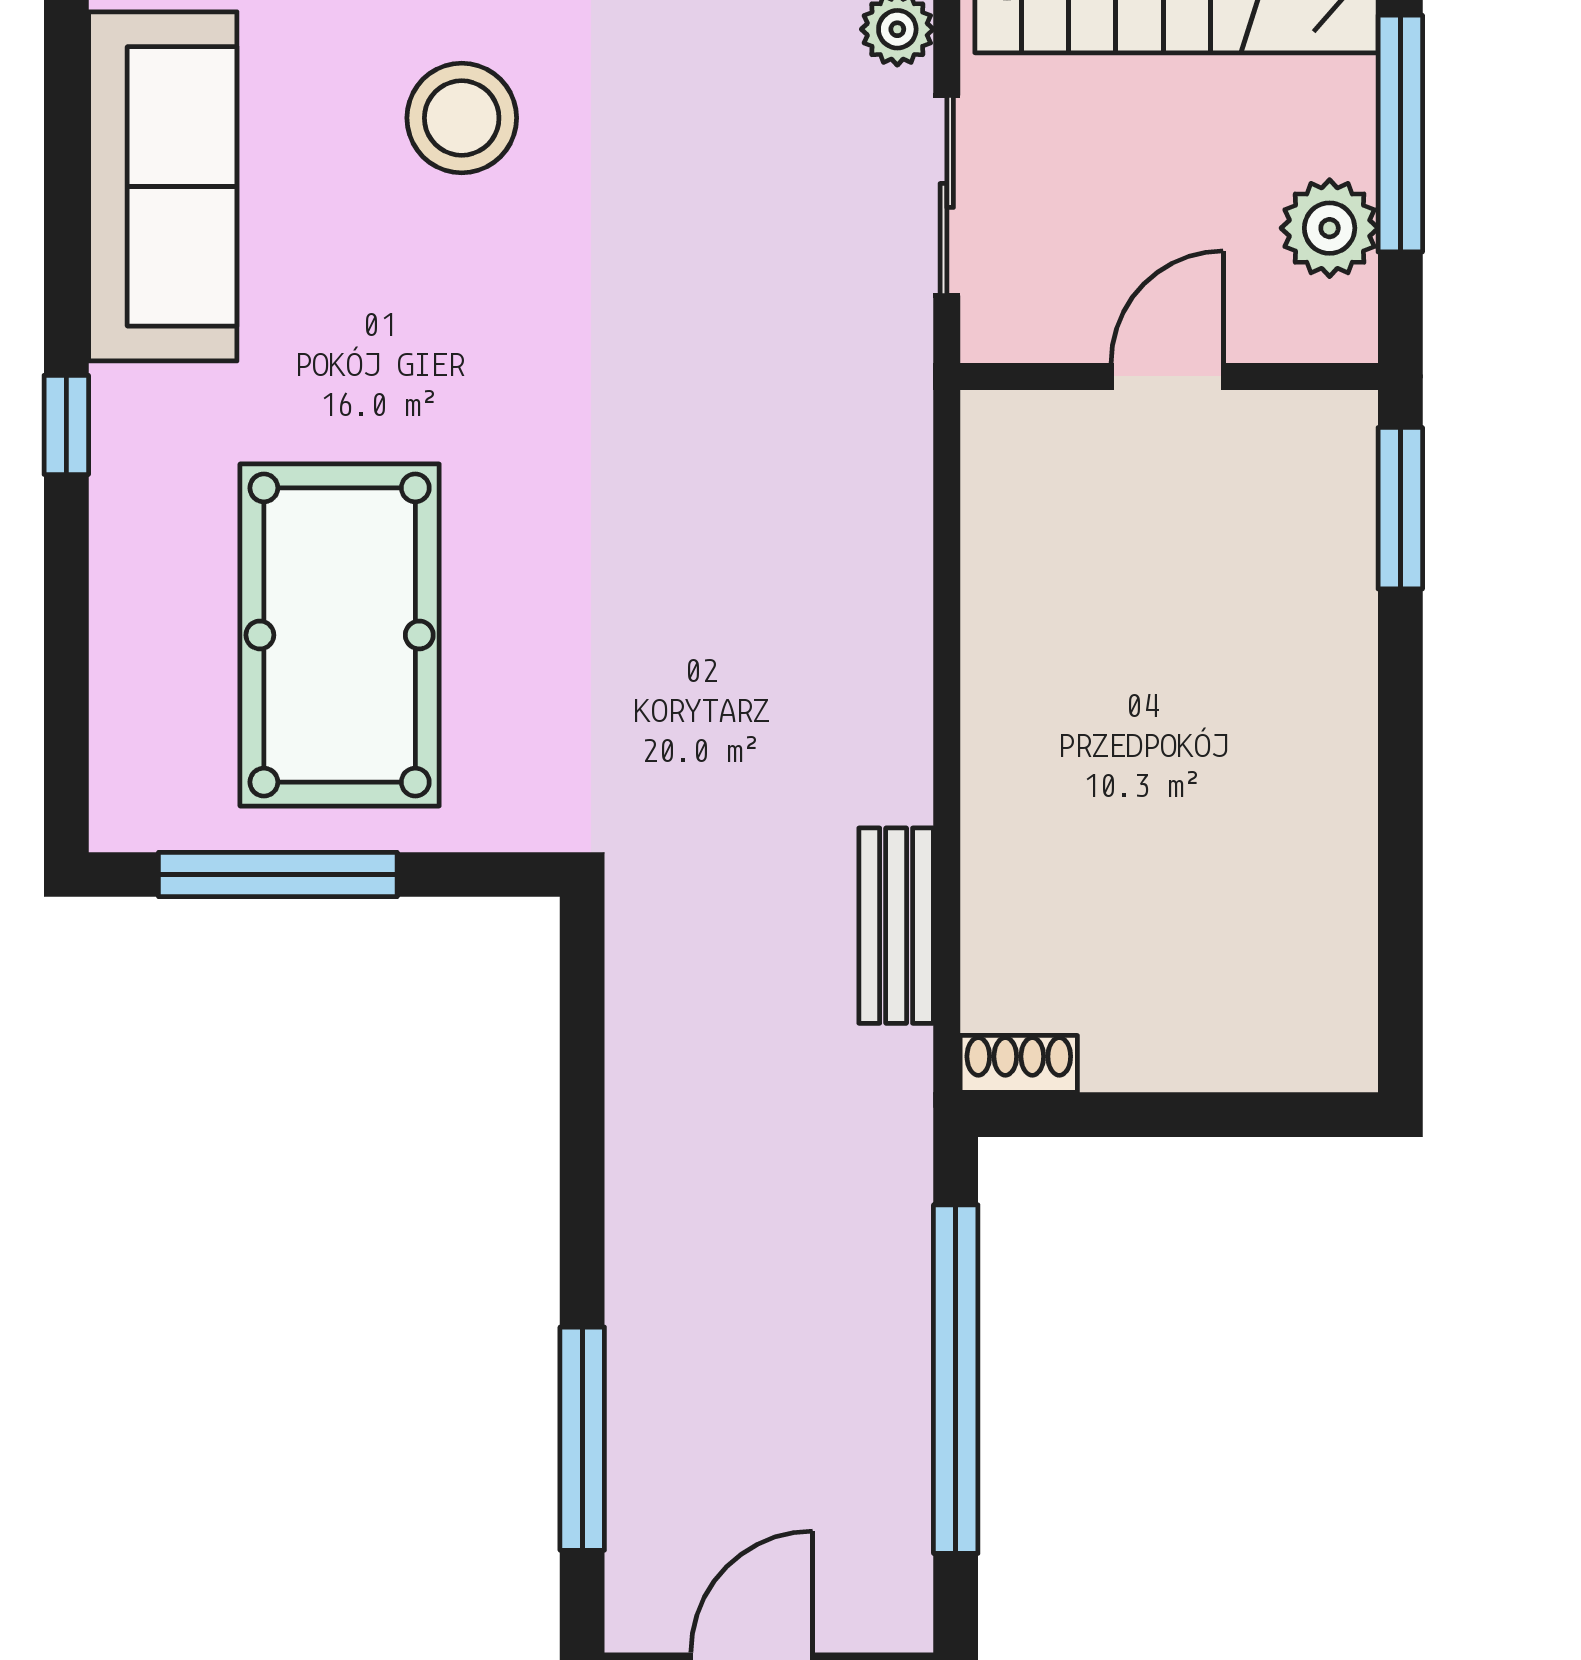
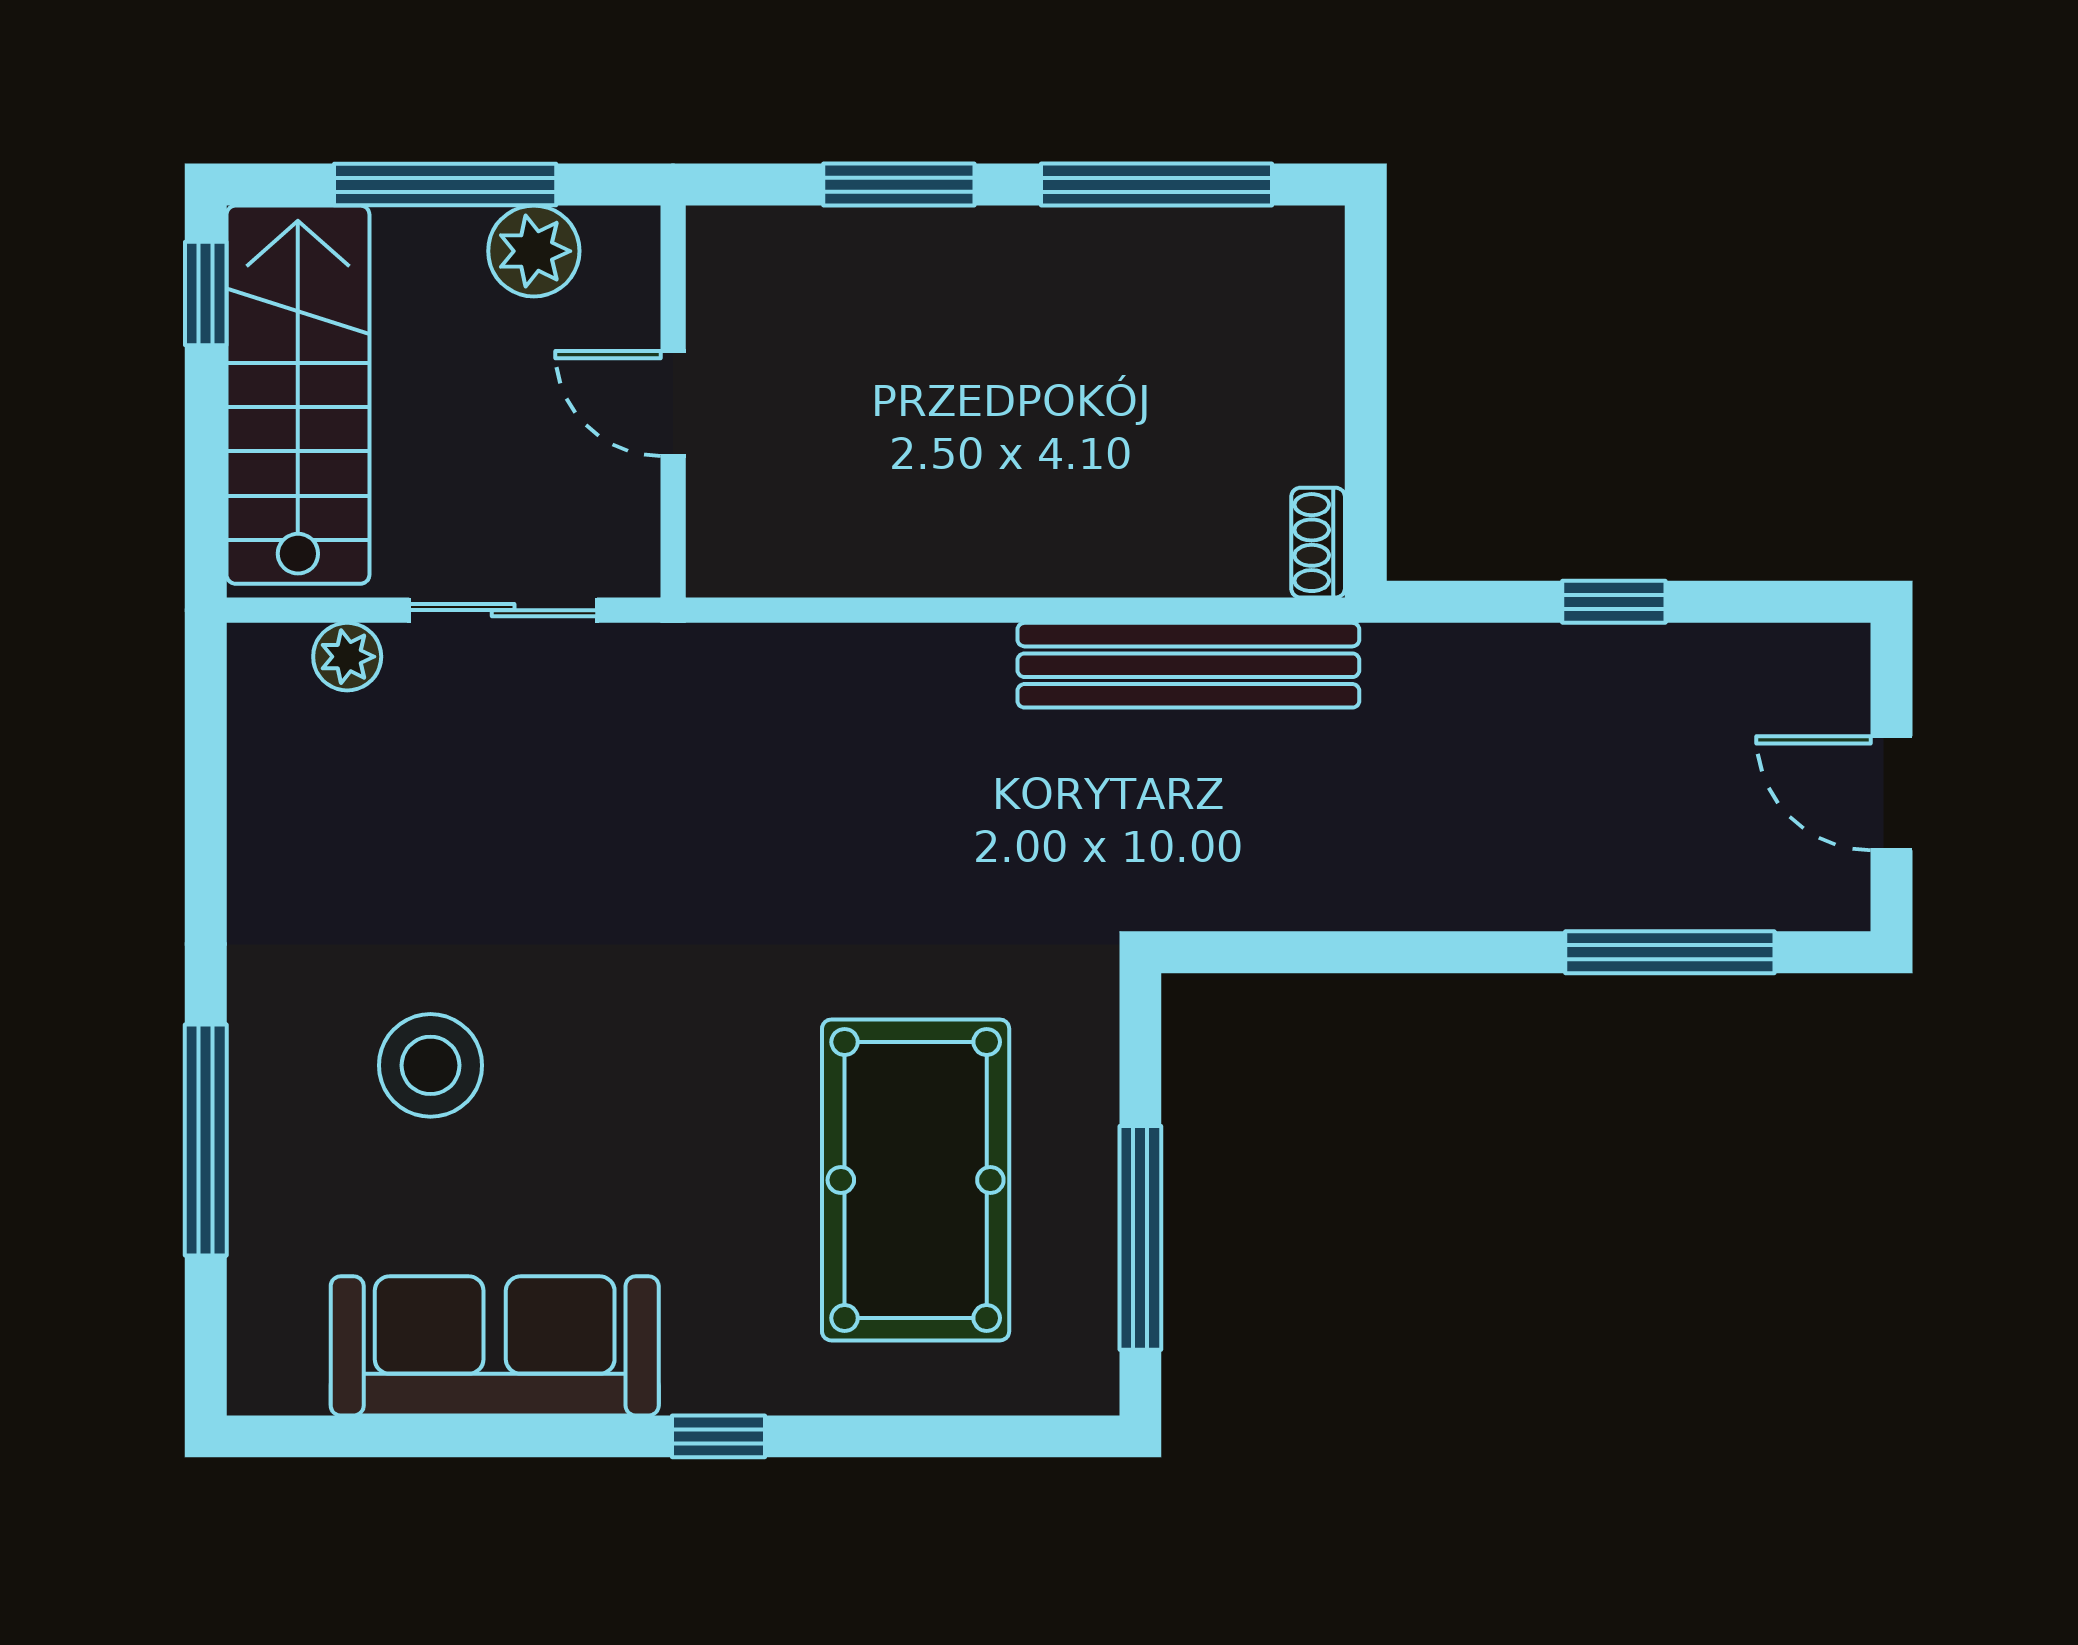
window: (1400, 508) -> (899, 185), moved
pool table: (340, 635) -> (916, 1180), turned 90
window: (1400, 892) -> (1157, 185), added
bench: (896, 926) -> (1188, 665), width x1.86, depth x1.21
window: (956, 1379) -> (1614, 602), width x0.32

